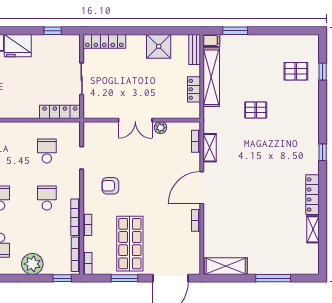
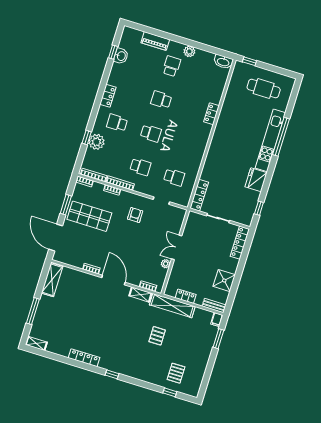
shelving: (211, 77) -> (172, 306), moved
shelving: (313, 229) -> (36, 343), moved
window: (62, 278) -> (87, 138), moved

